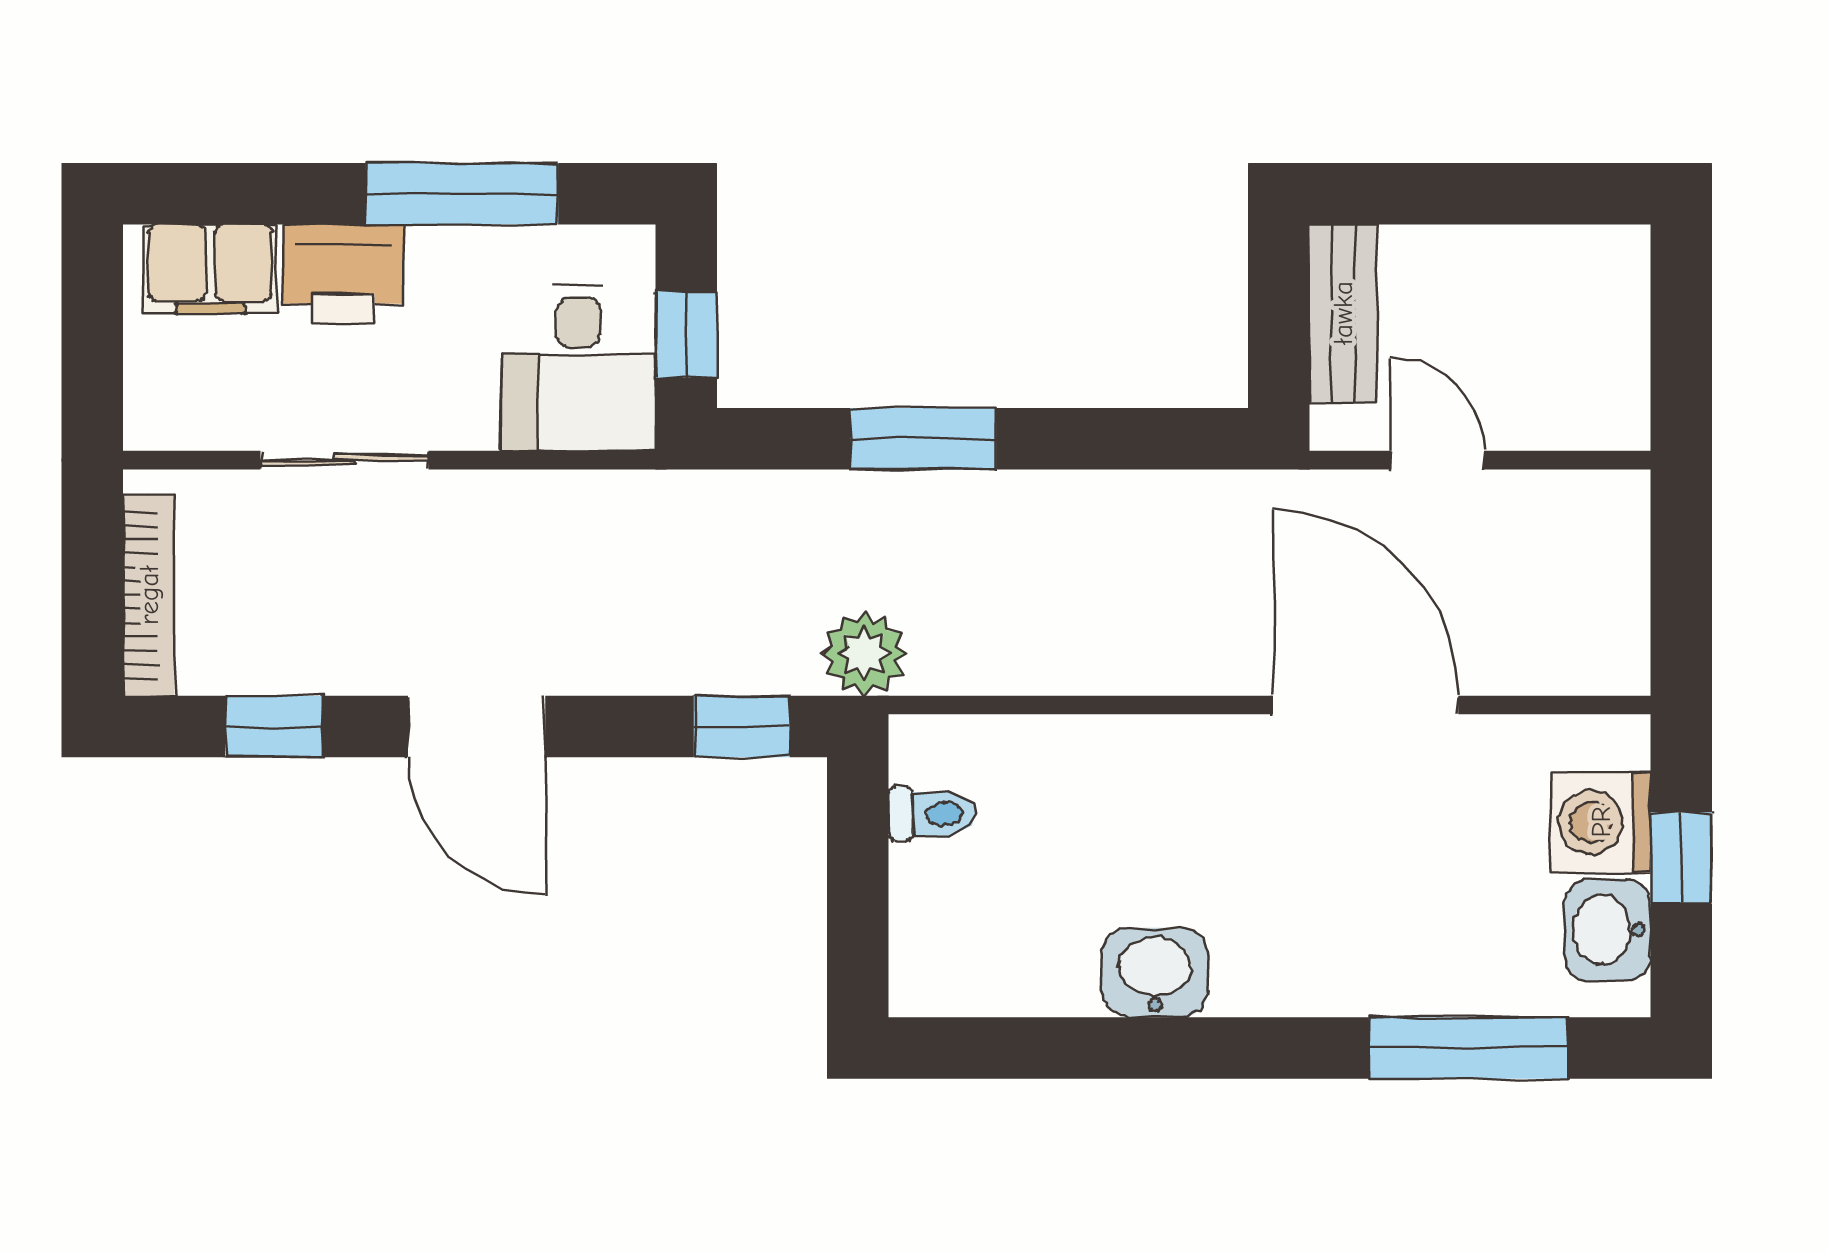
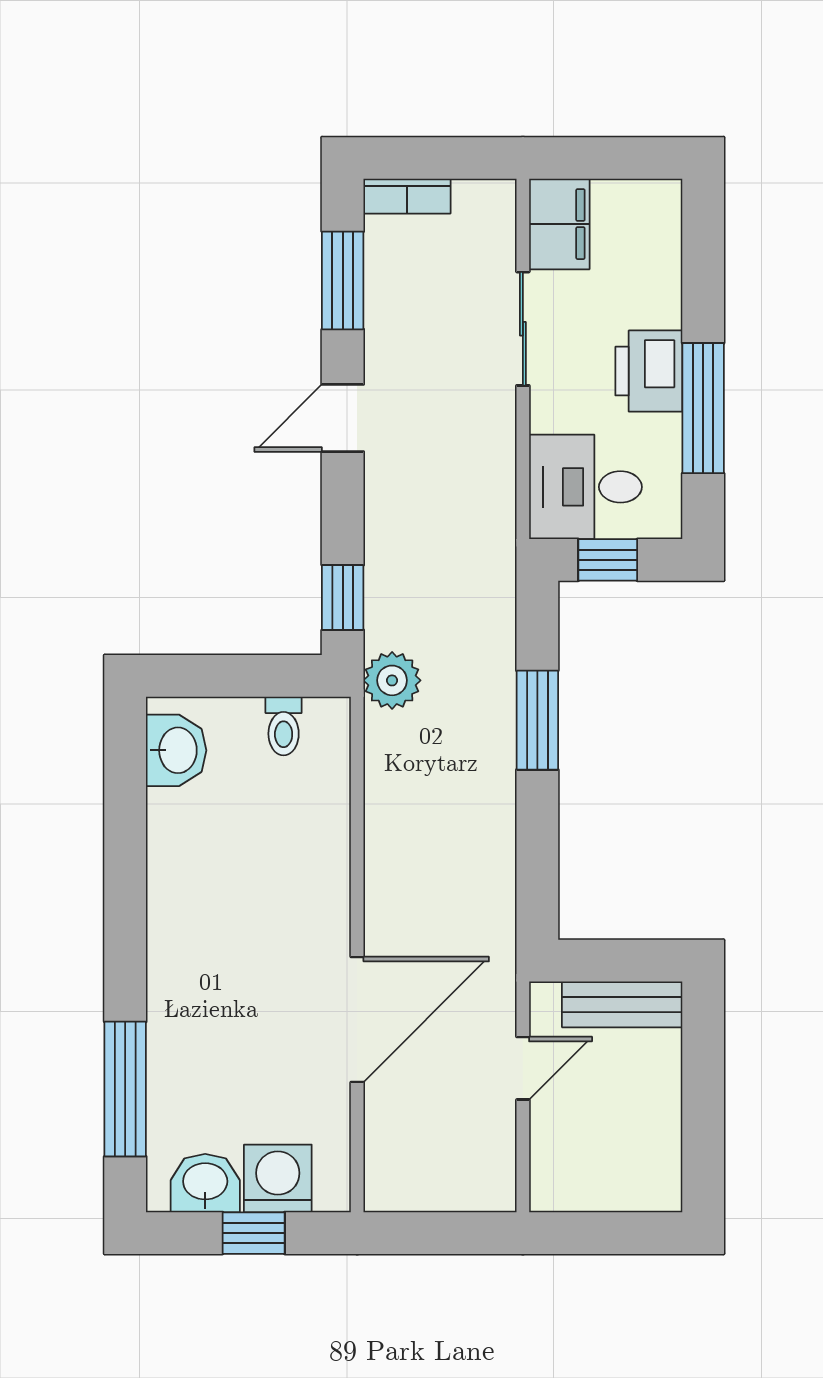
filing cabinet: (210, 269) -> (559, 224), moved, turned 180
printer: (343, 274) -> (649, 371), moved
bookcase: (149, 595) -> (407, 196), width x0.64
window: (273, 726) -> (343, 280), width x1.50
door: (477, 726) -> (343, 418), width x0.73
washbasin: (1155, 973) -> (176, 750), moved

